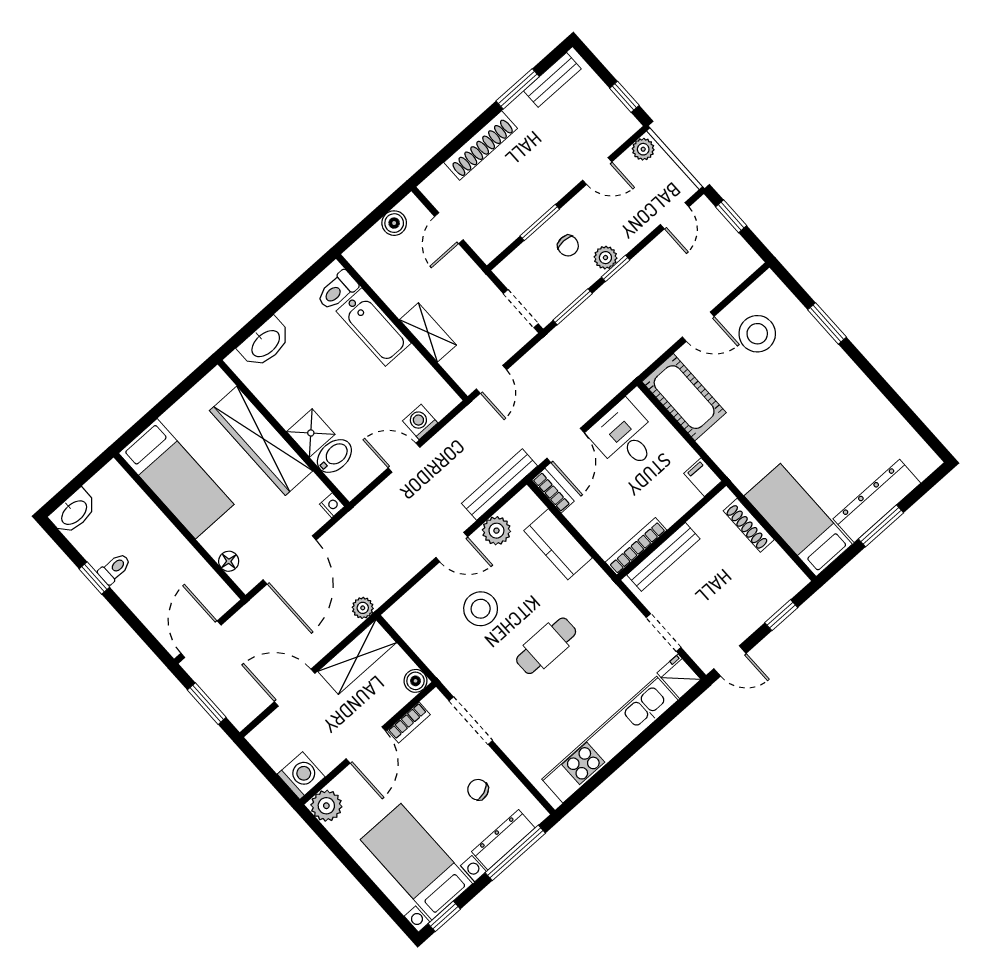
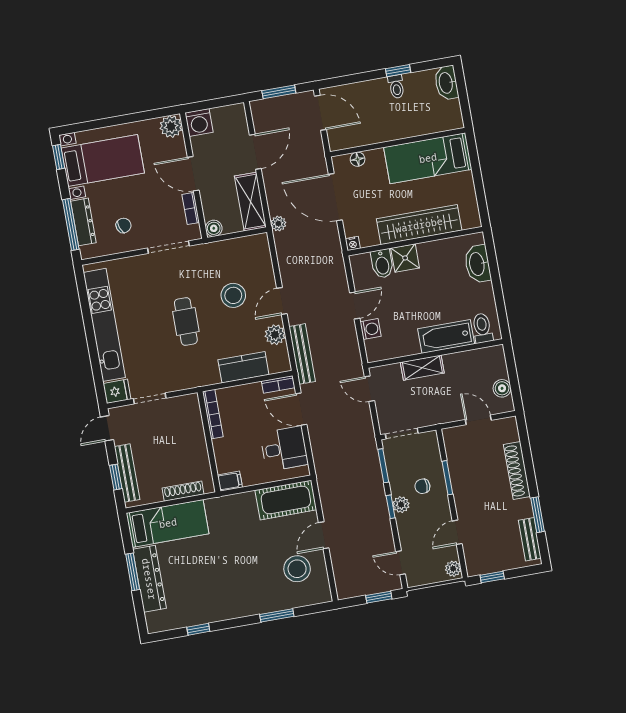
window: (901, 406) -> (198, 629), added
bench: (663, 557) -> (127, 473), moved

